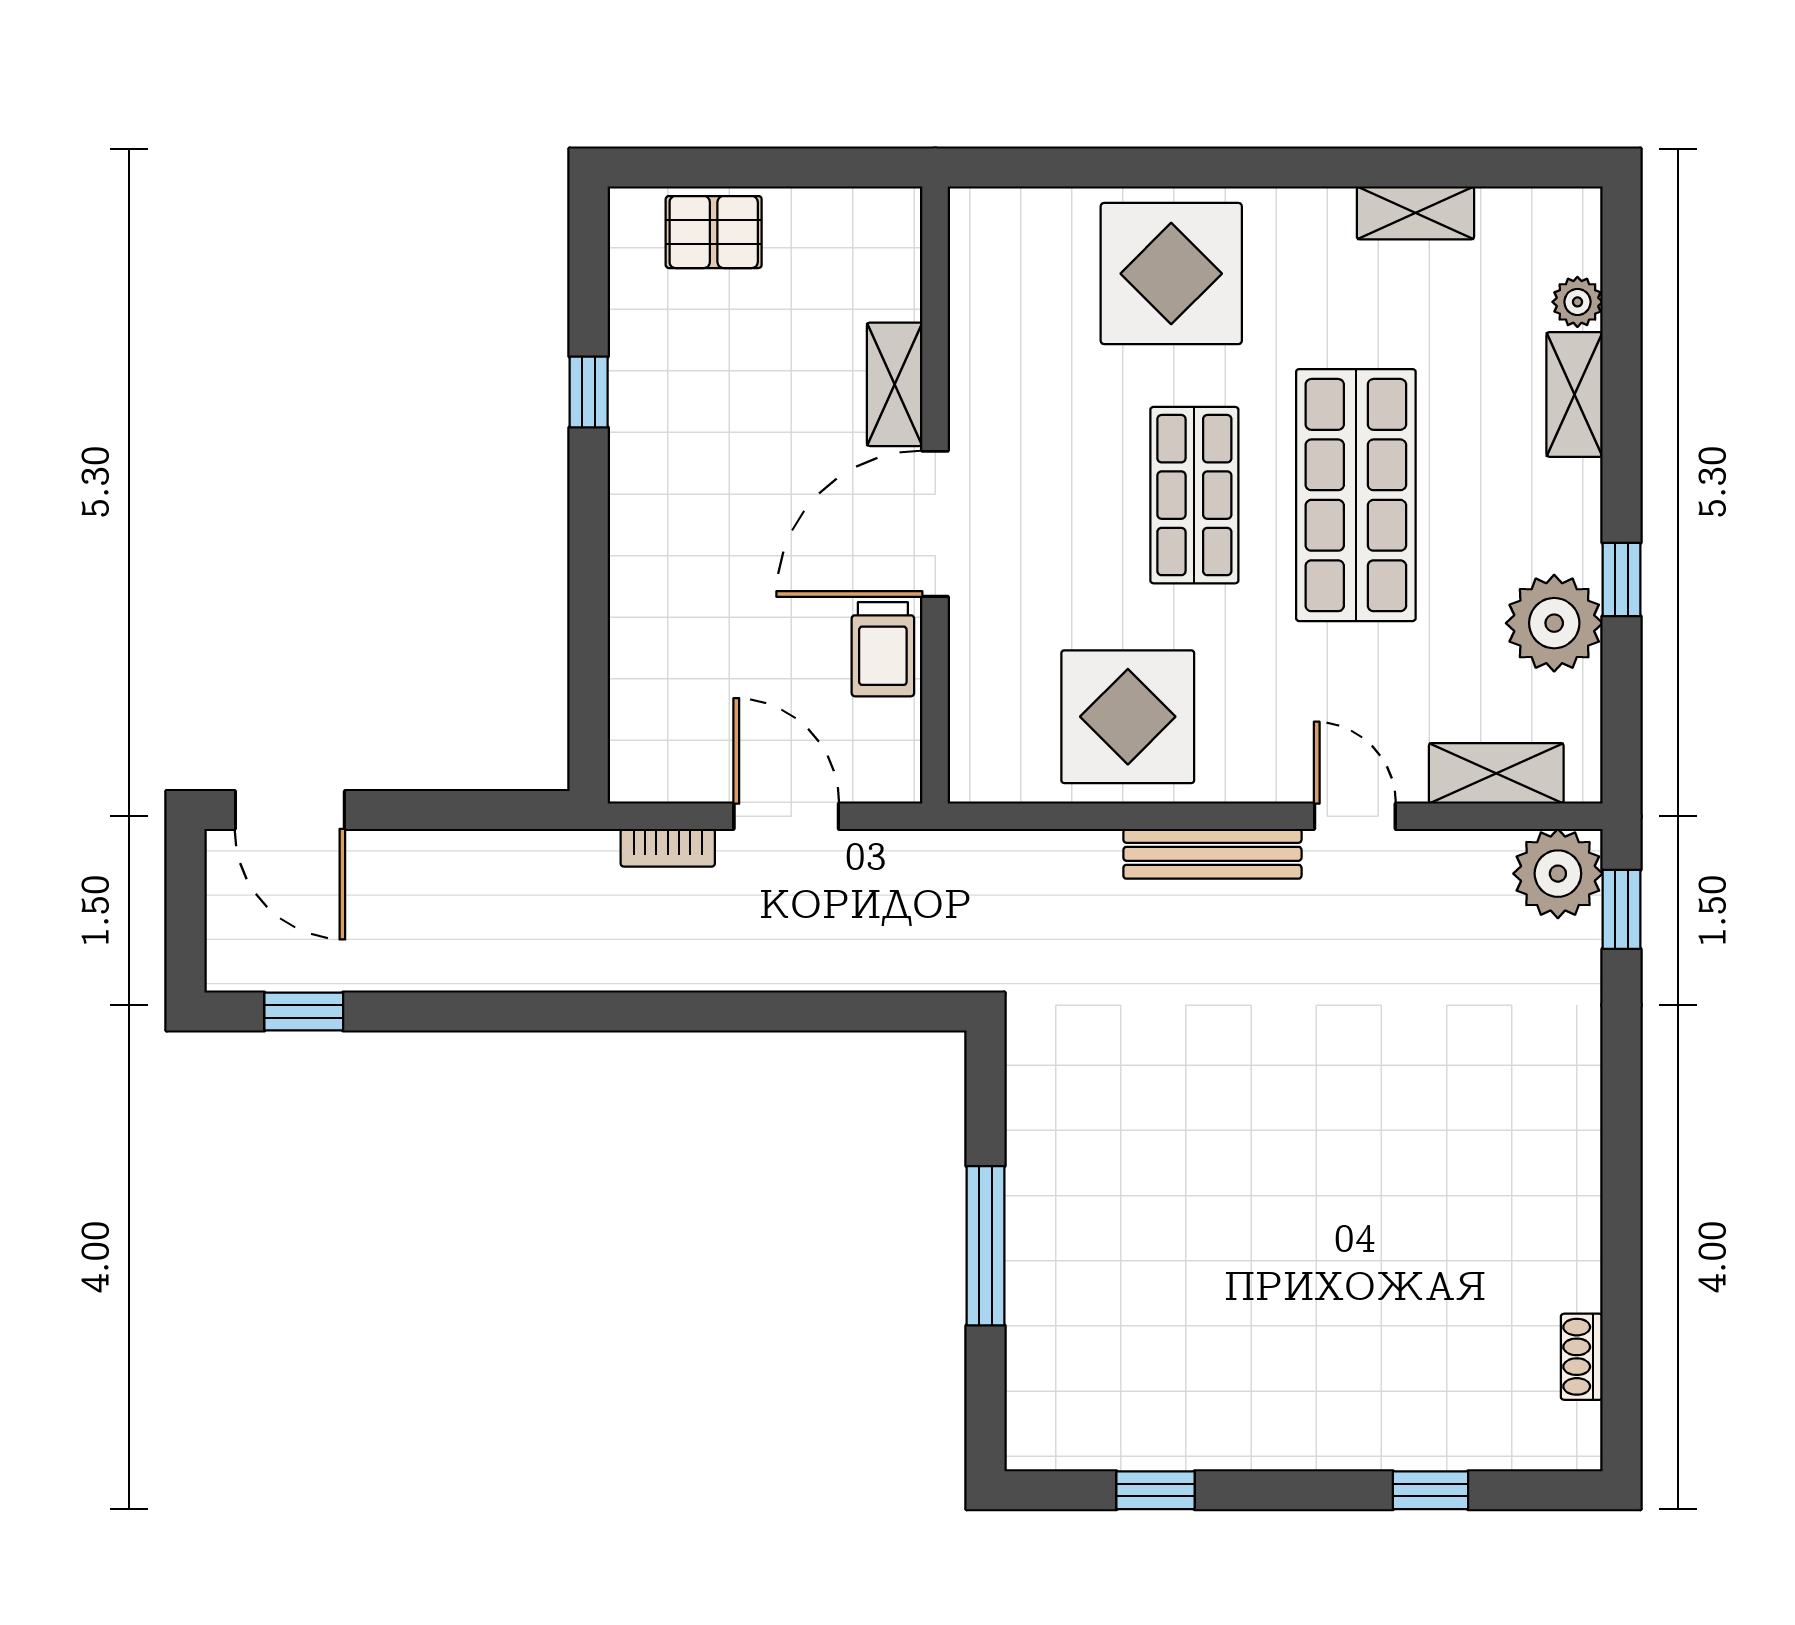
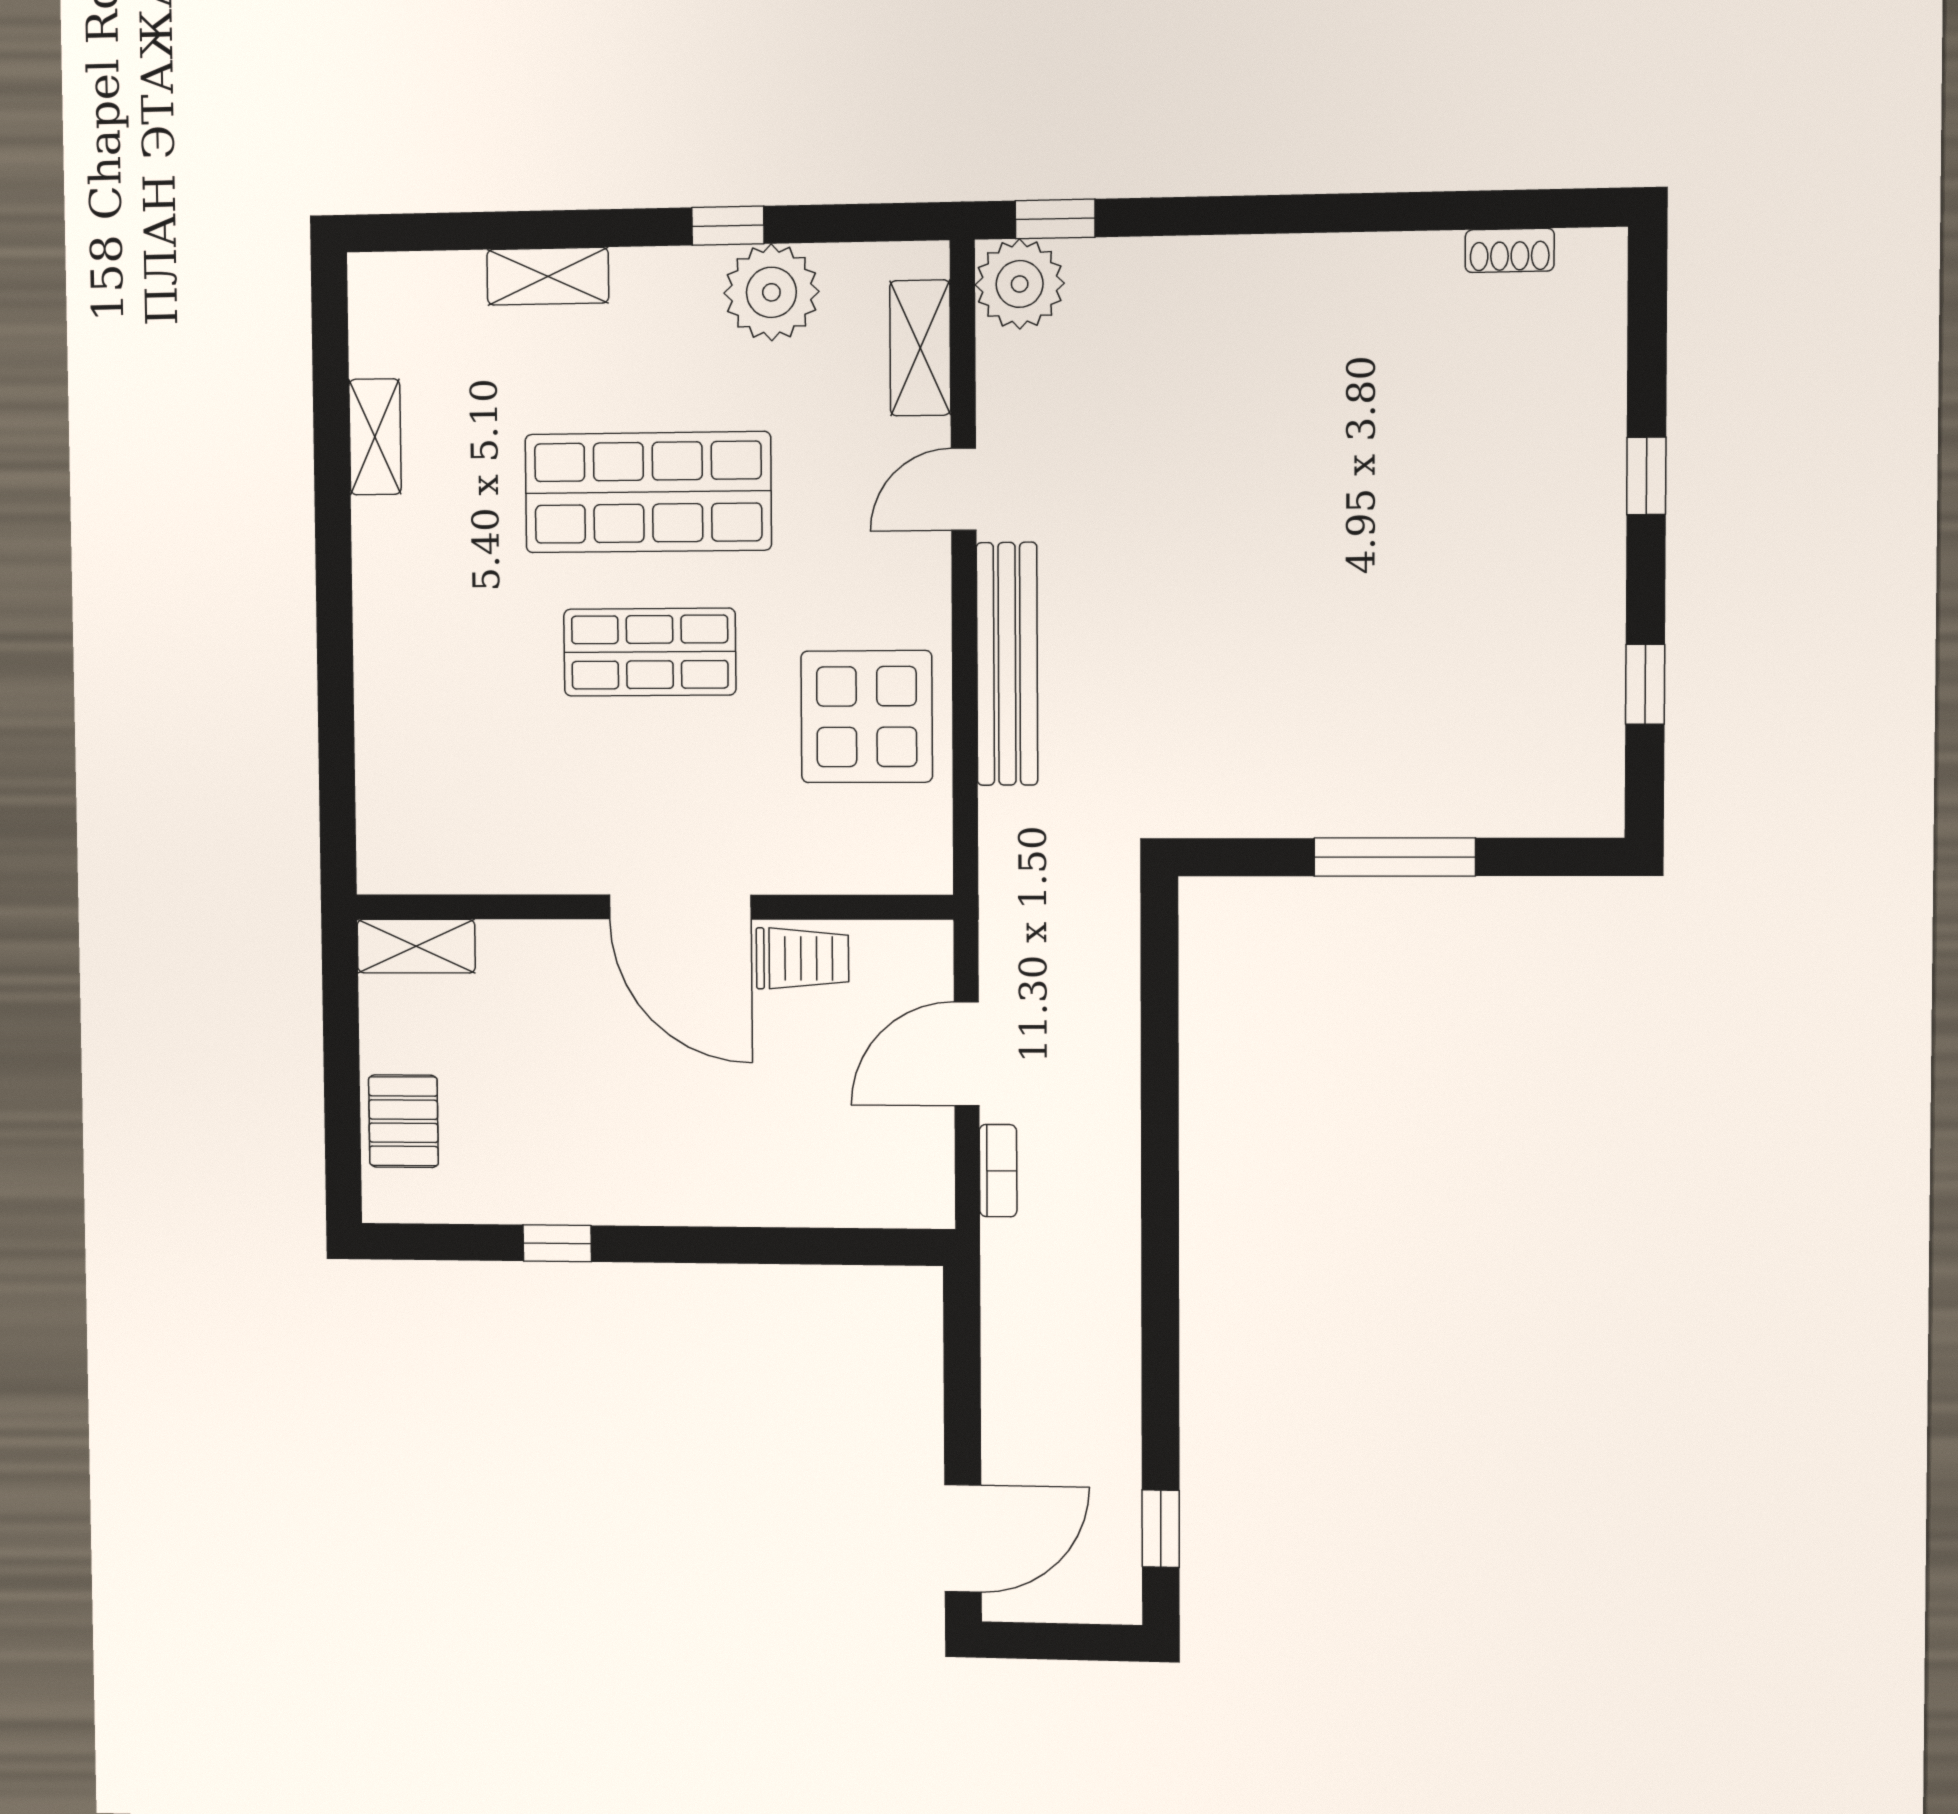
display table: (1171, 274) -> (436, 676), removed
plant: (1577, 302) -> (458, 275), removed
shelving: (895, 384) -> (416, 946), moved
bench: (1212, 854) -> (1007, 664), width x1.37, depth x1.21
window: (1431, 1490) -> (1646, 476), moved

